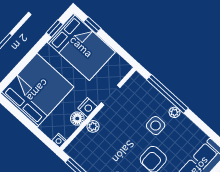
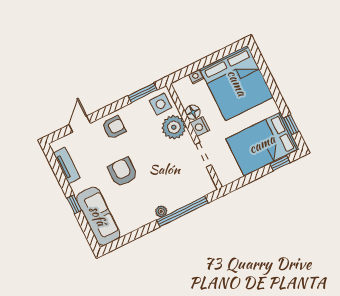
plant: (93, 126) -> (174, 127), width x1.88, depth x1.88
side table: (156, 126) -> (161, 104), moved
nightstand: (59, 140) -> (196, 77), moved

